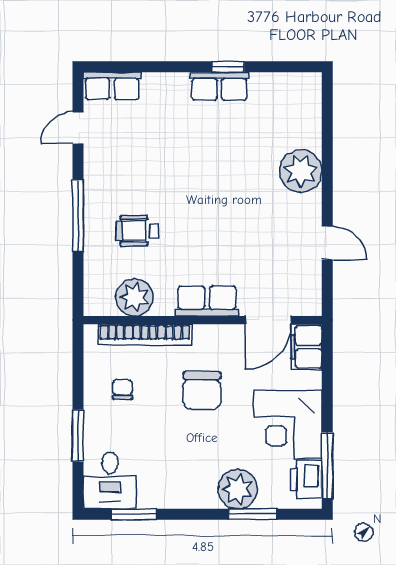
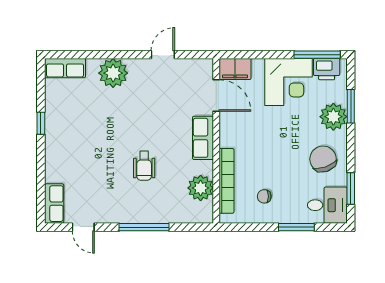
row of seats: (219, 86) -> (65, 68), moved, turned 90
wheelchair: (137, 231) -> (144, 166), moved
chair: (202, 391) -> (323, 159), moved, turned -109

